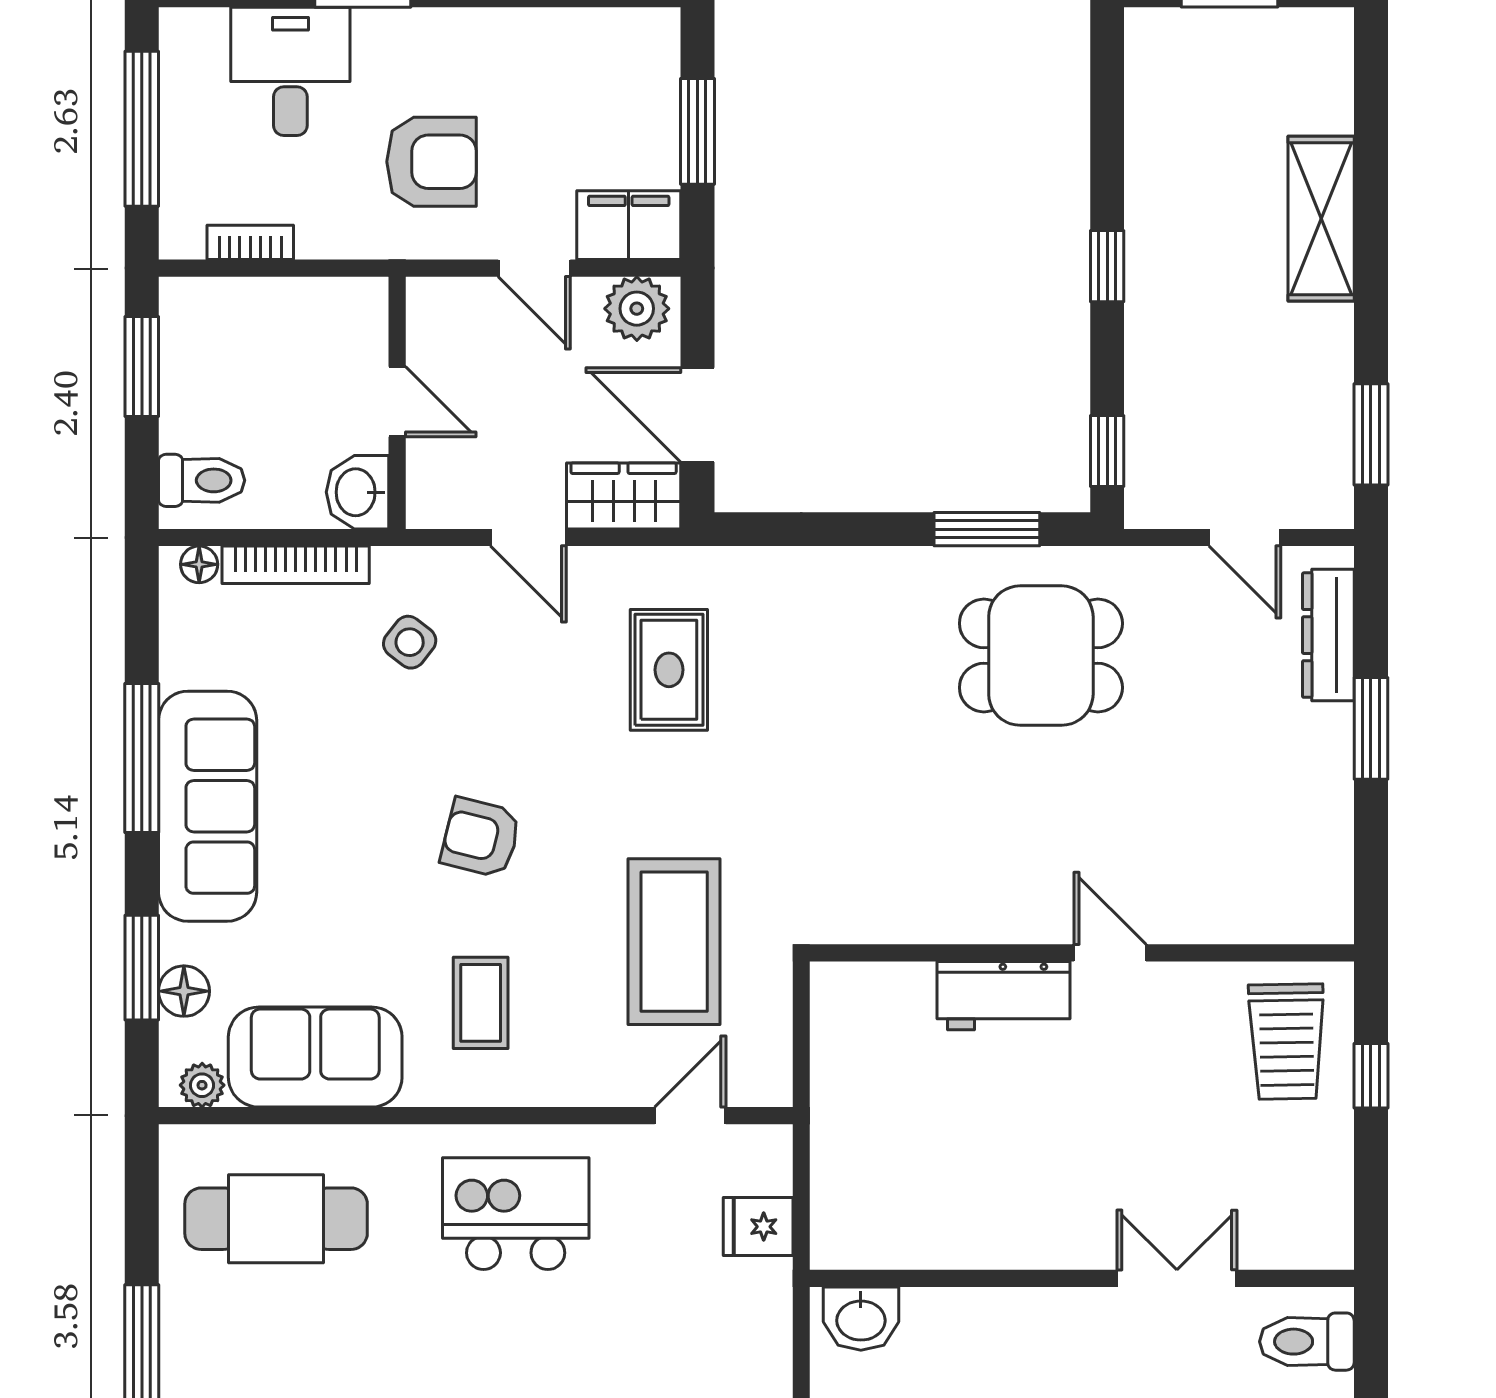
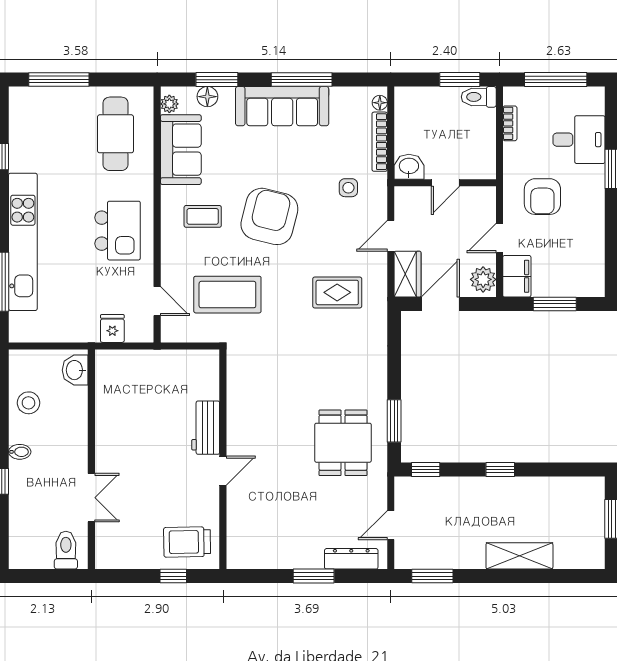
toilet: (202, 480) -> (479, 97), moved, turned 90
side table: (410, 642) -> (348, 188), turned -38
armchair: (481, 838) -> (269, 216), width x1.88, depth x1.88

